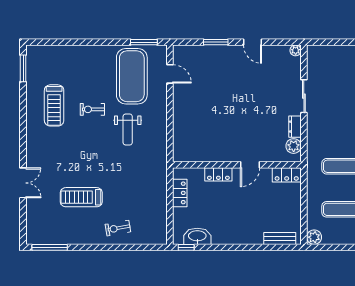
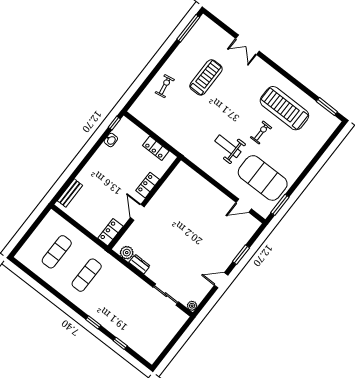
sliding door: (304, 96) -> (166, 295), moved
treadmill: (54, 105) -> (284, 108), width x1.37, depth x1.38
washbasin: (197, 236) -> (111, 140), width x0.52, depth x0.69
plant: (314, 237) -> (52, 218), removed

